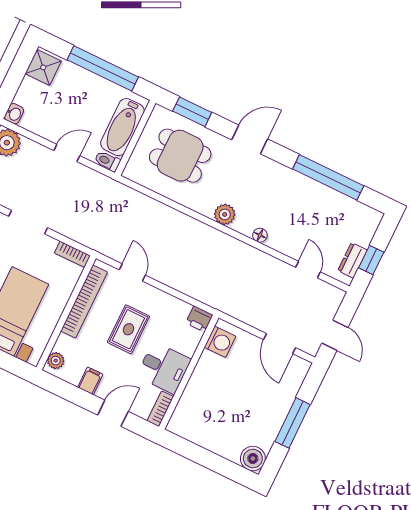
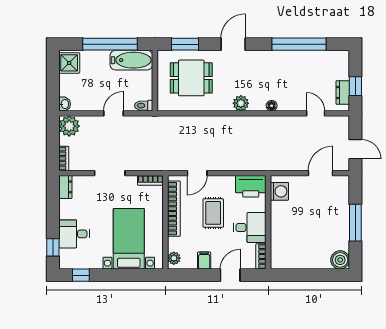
bathtub: (122, 127) -> (131, 60), moved, turned -90
door: (132, 272) -> (197, 173), swing flipped
printer: (199, 319) -> (251, 186), width x1.87, depth x1.48
door: (280, 344) -> (321, 173), swing flipped

